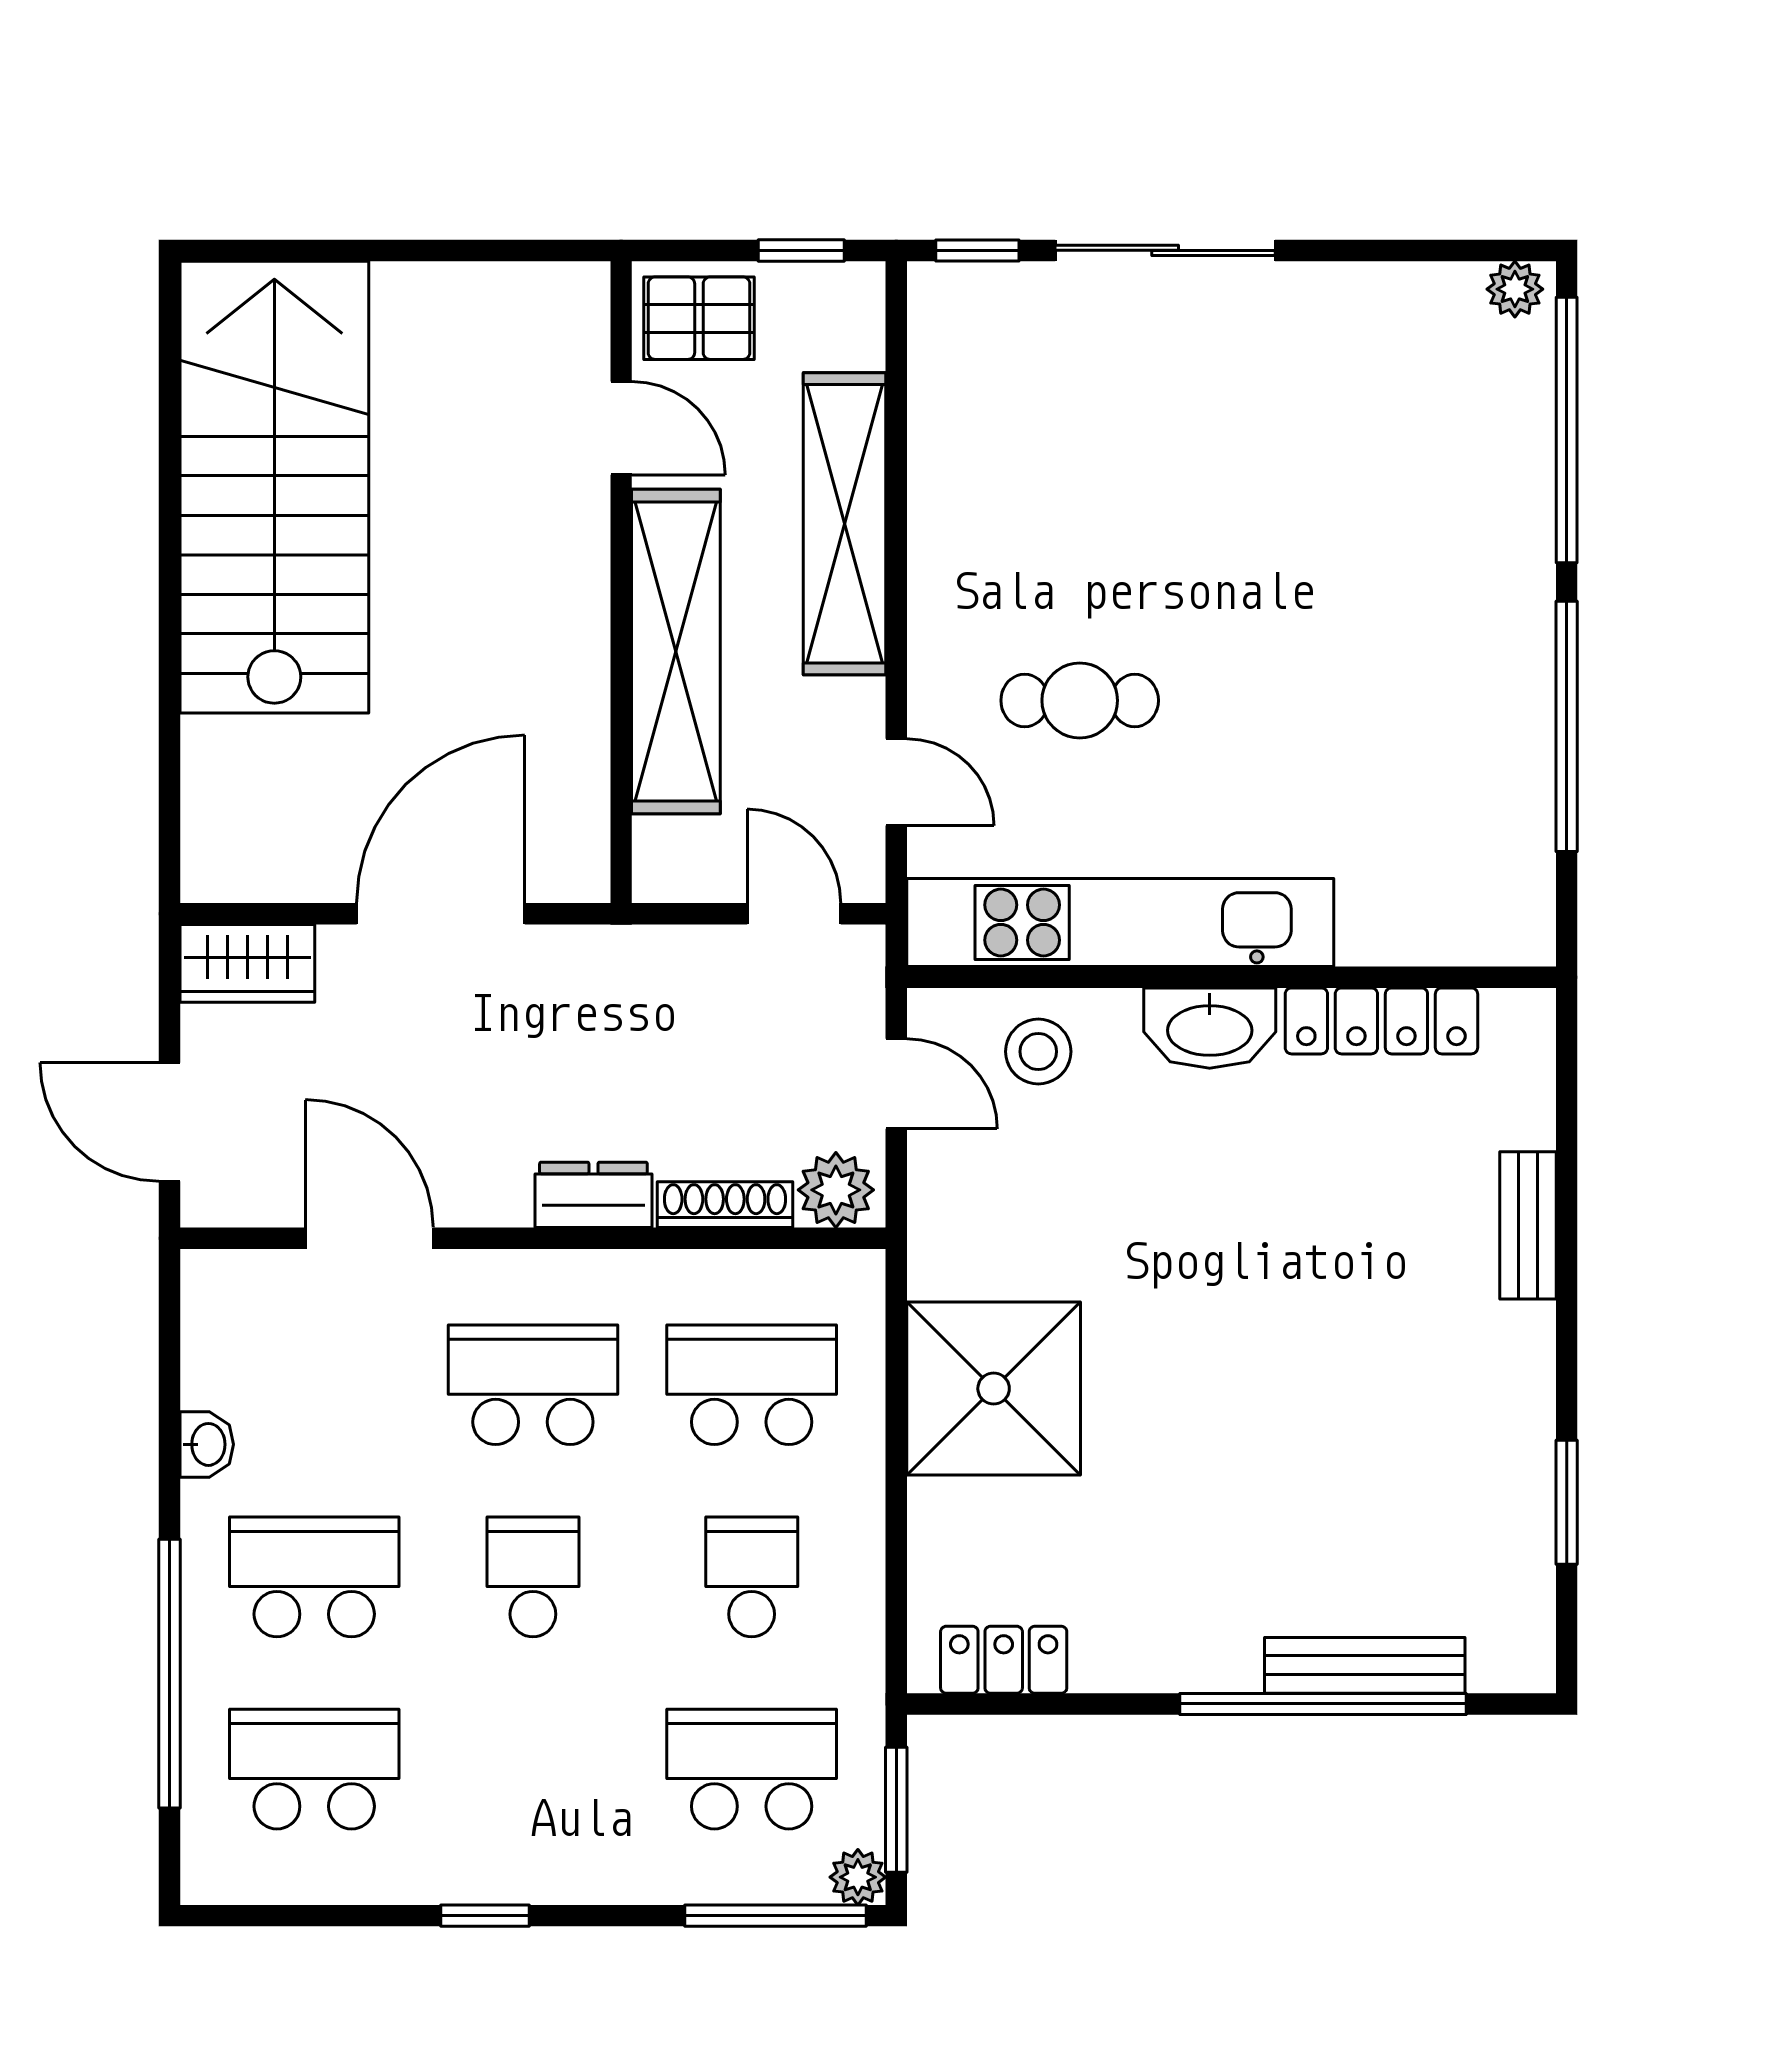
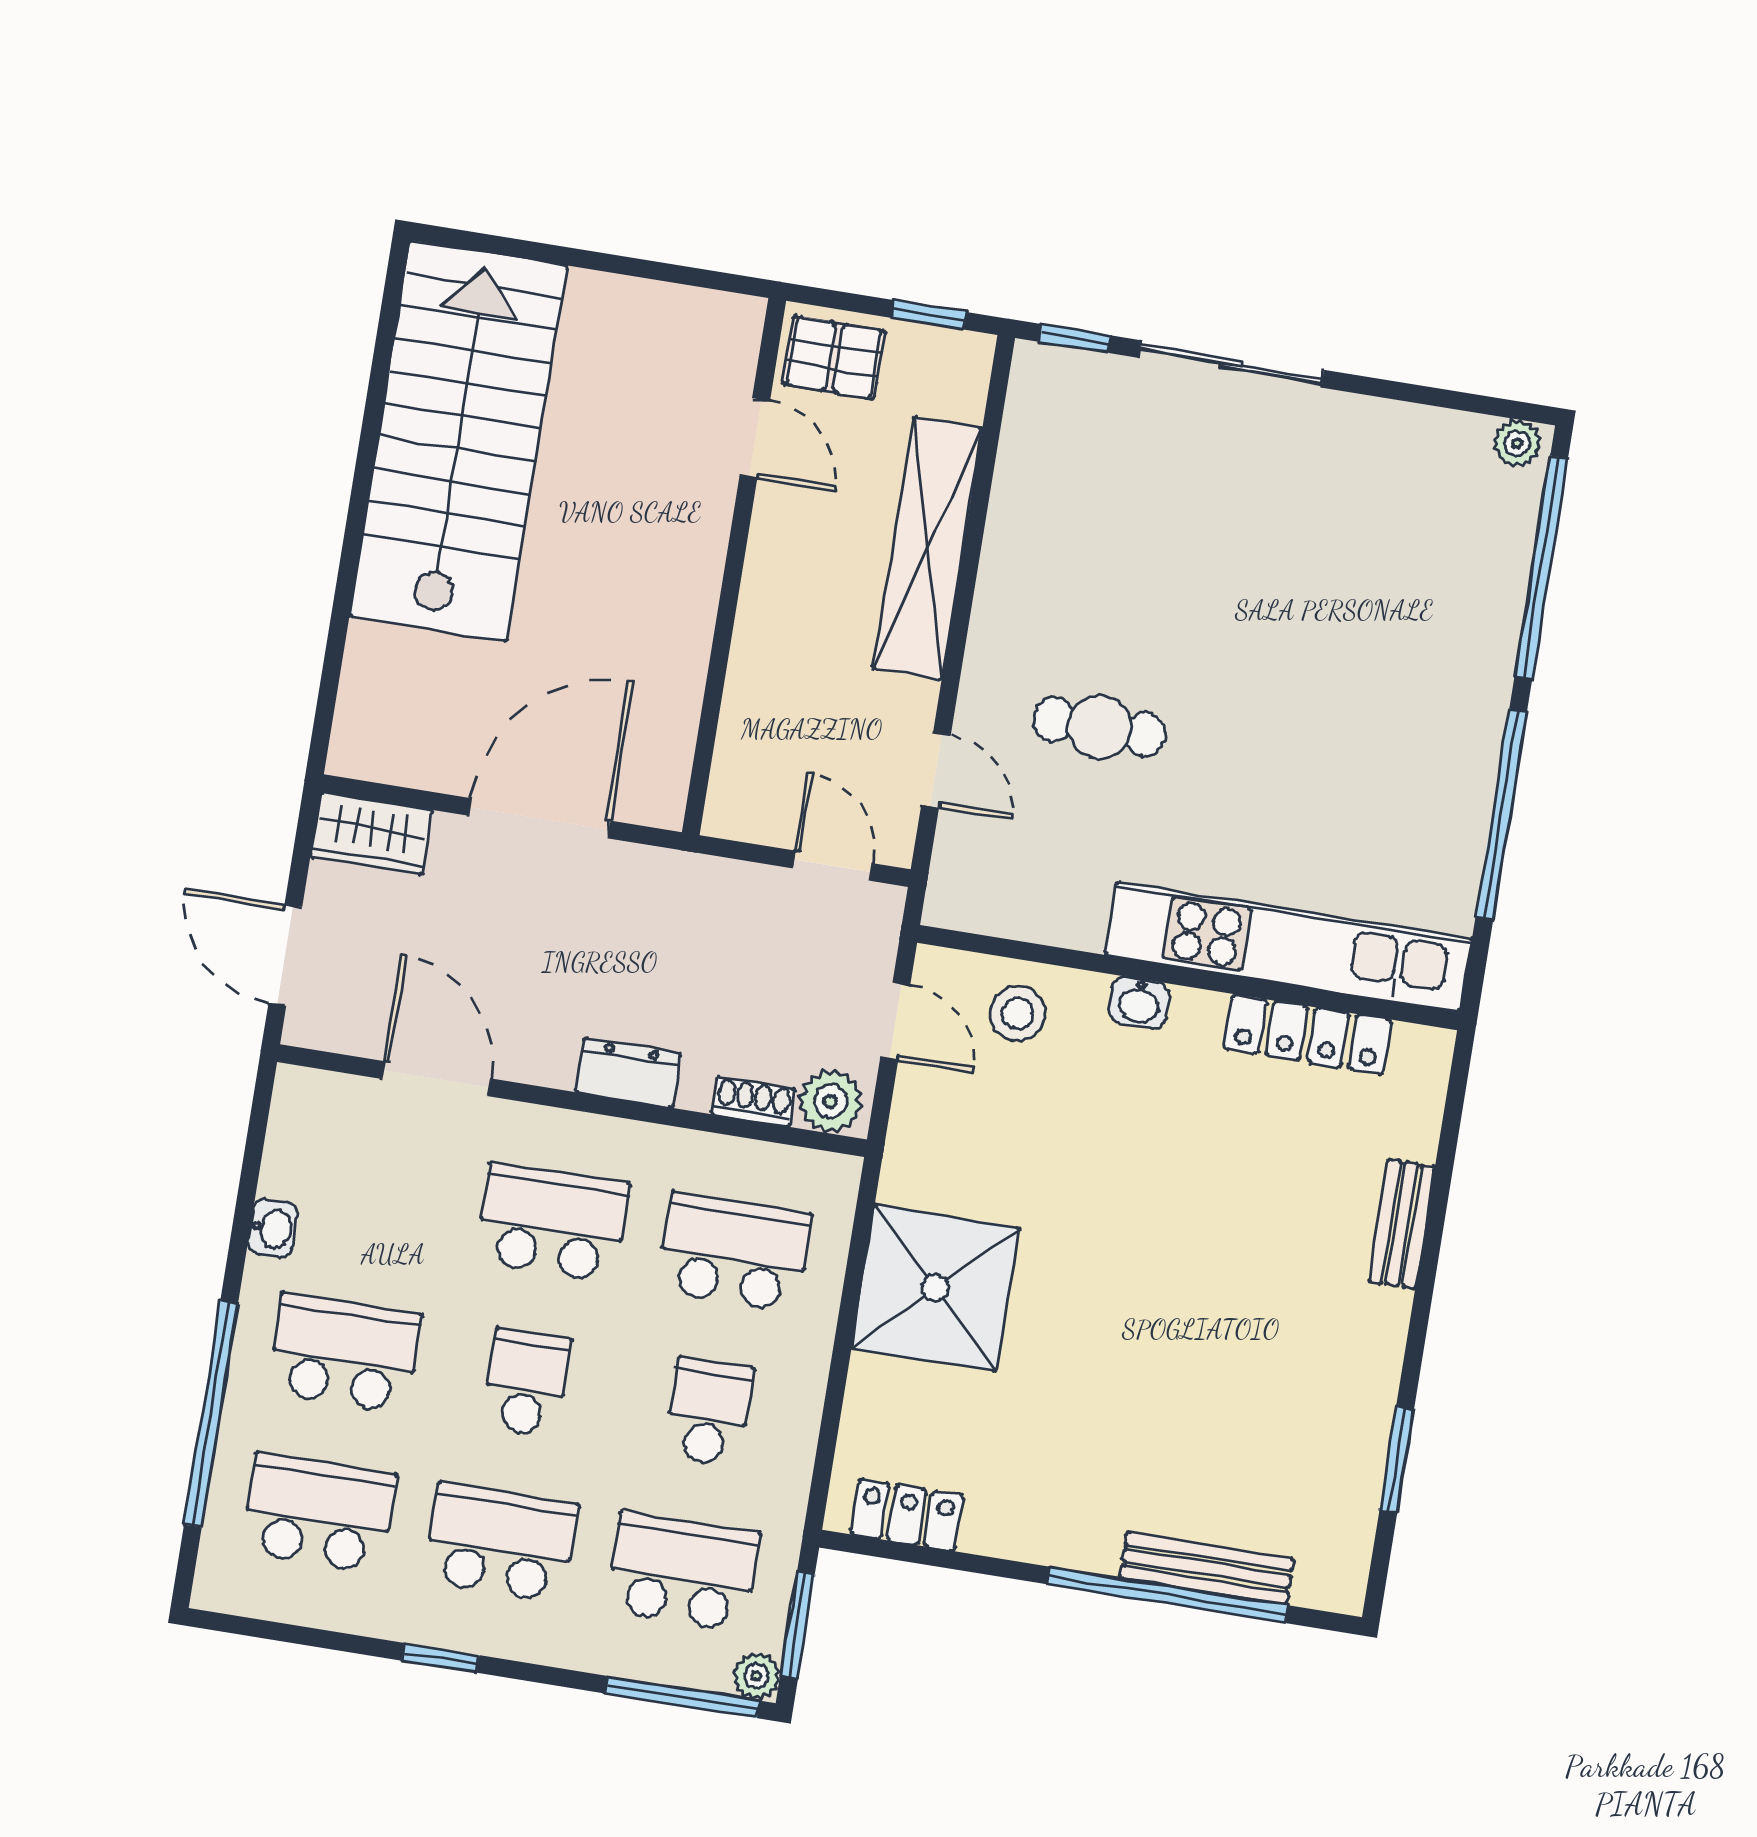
shelving: (676, 651) -> (770, 632), removed
kitchen unit: (1120, 922) -> (1288, 947), moved
washbasin: (1210, 1028) -> (1139, 1002), width x0.52, depth x0.69
shoe rack: (725, 1205) -> (753, 1101), width x0.70
school desk: (533, 1769) -> (501, 1542), added

